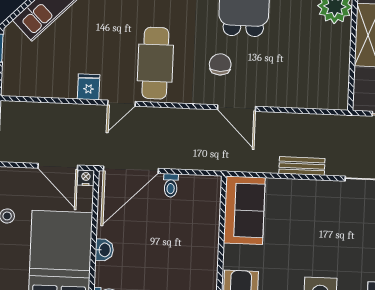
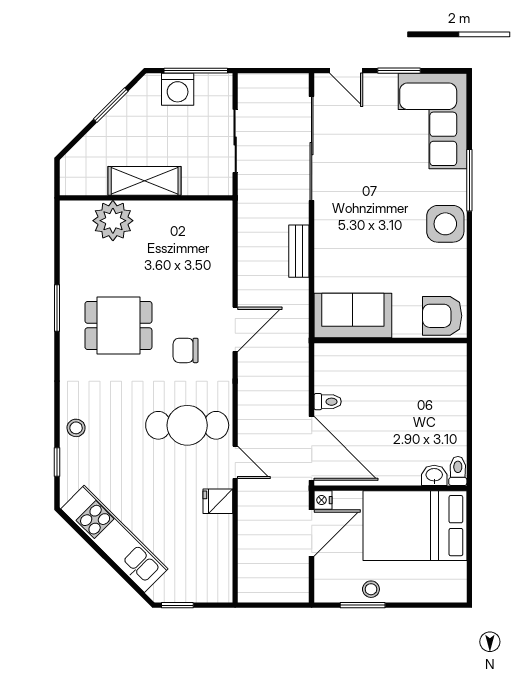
washbasin: (104, 250) -> (434, 475), moved

